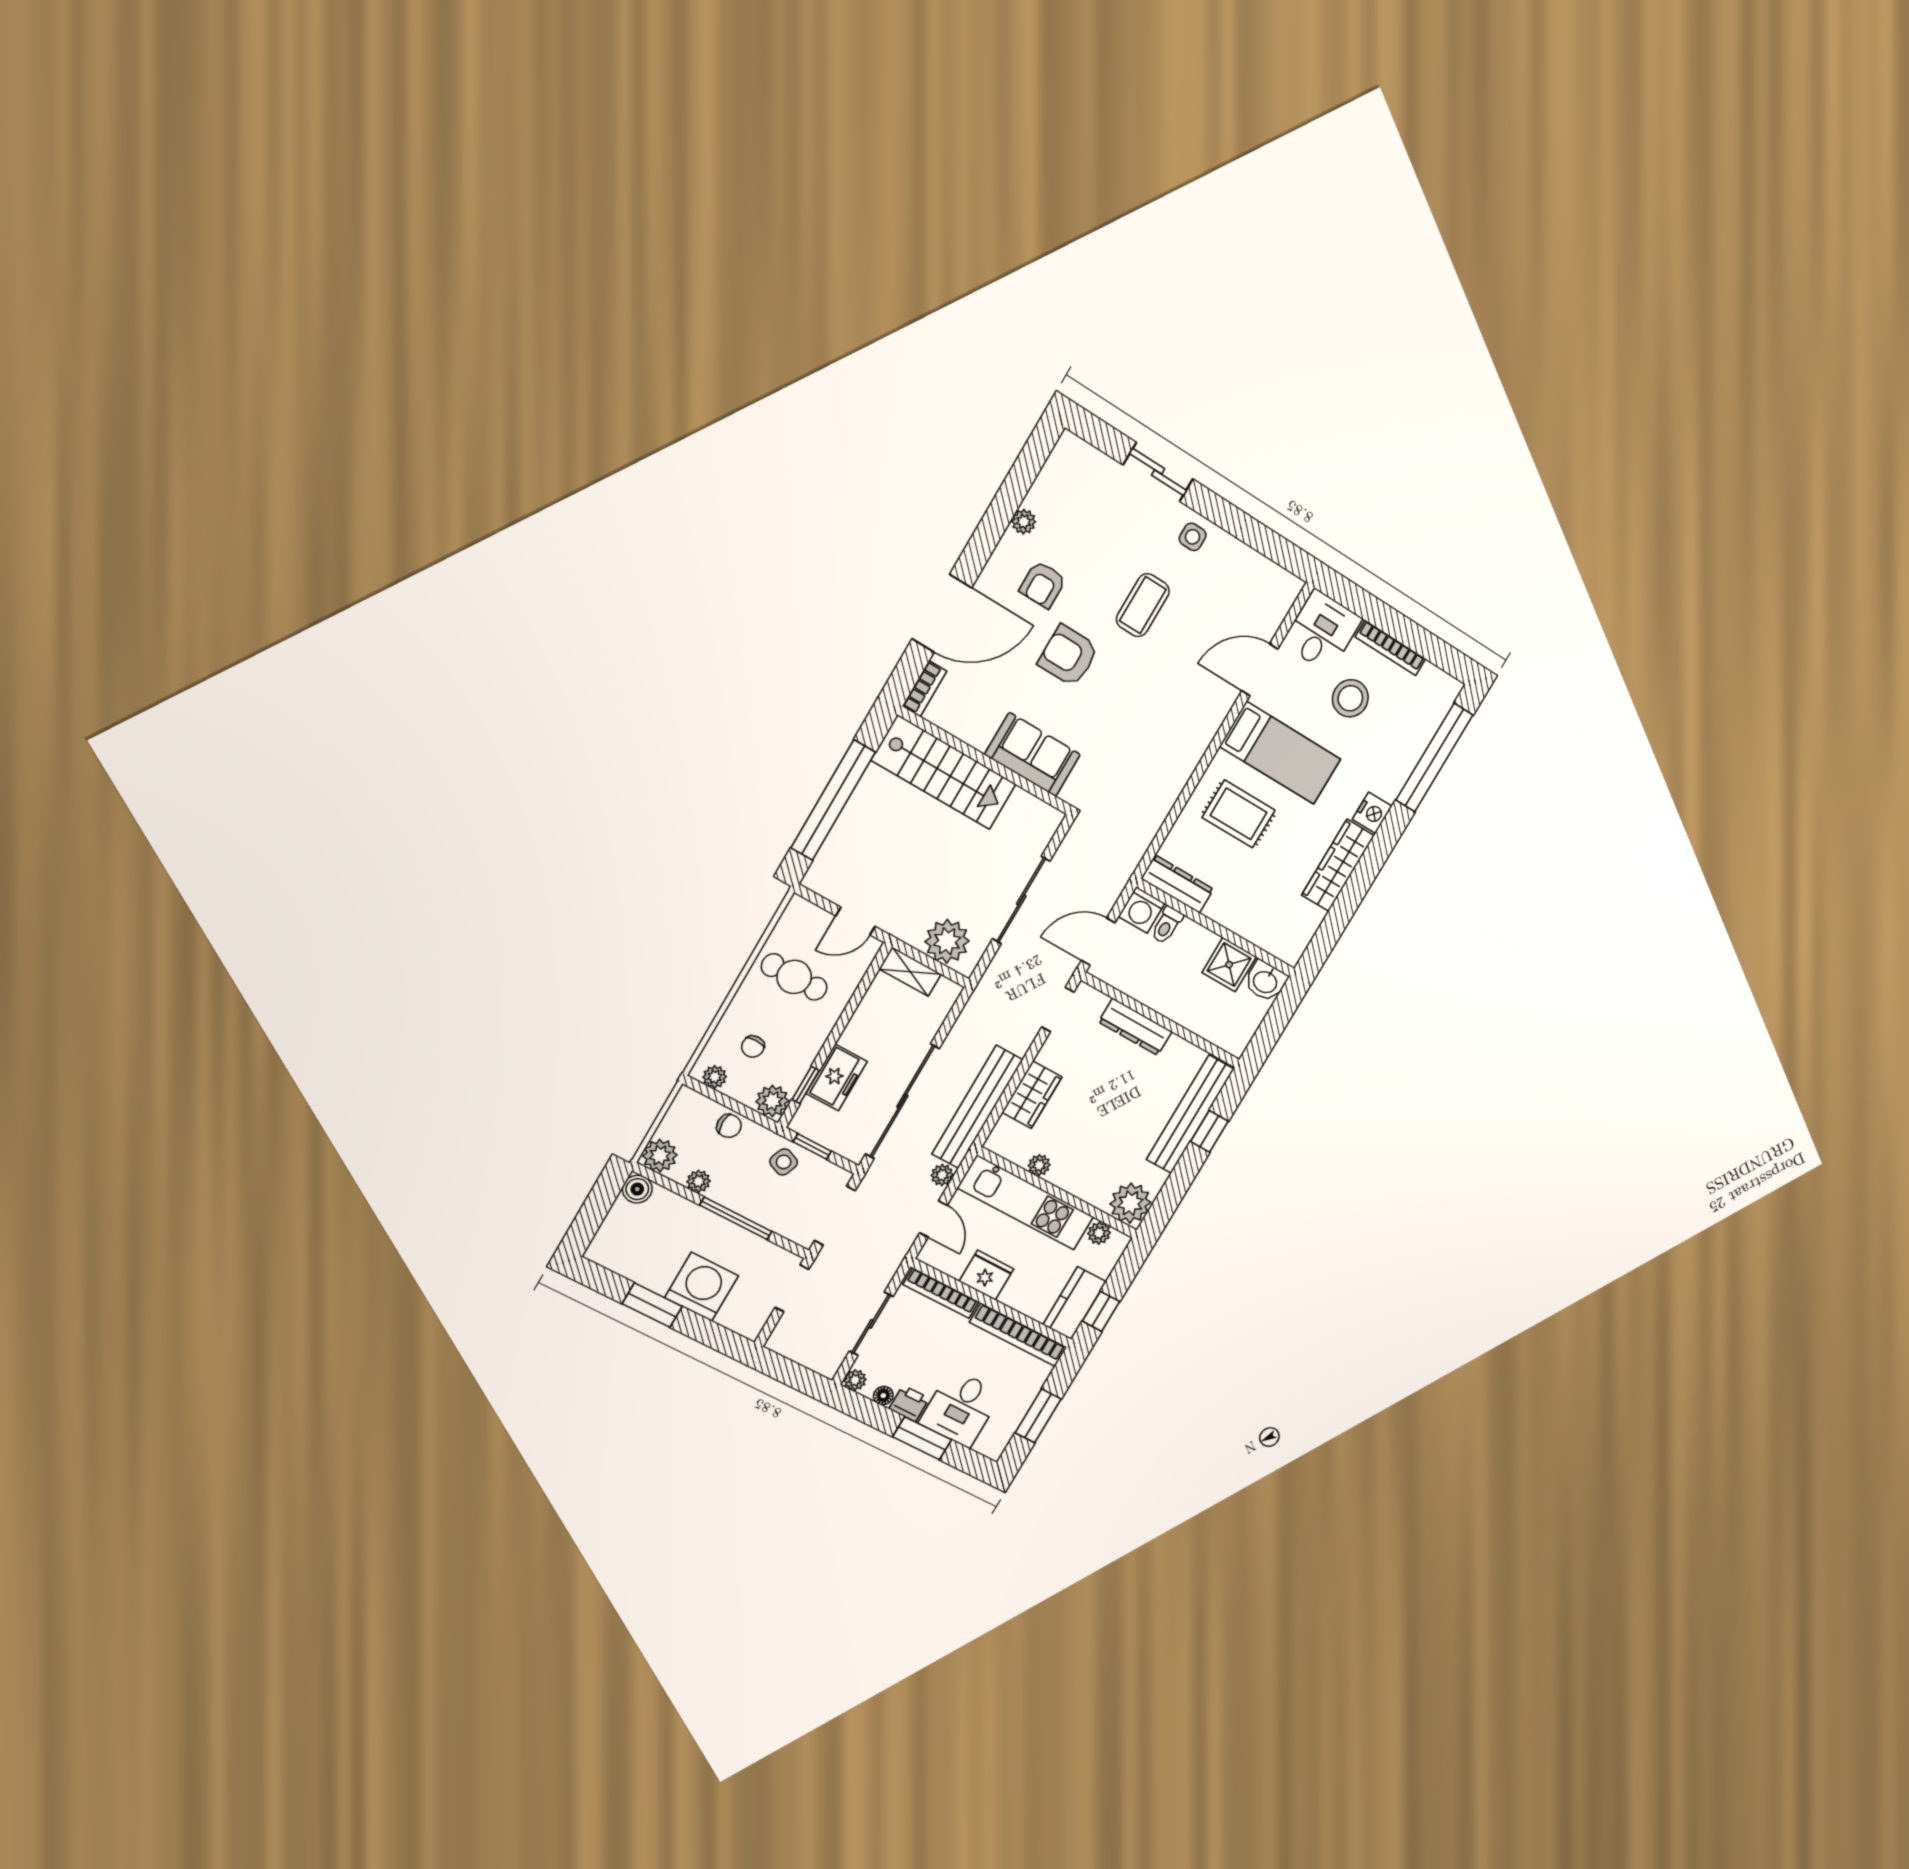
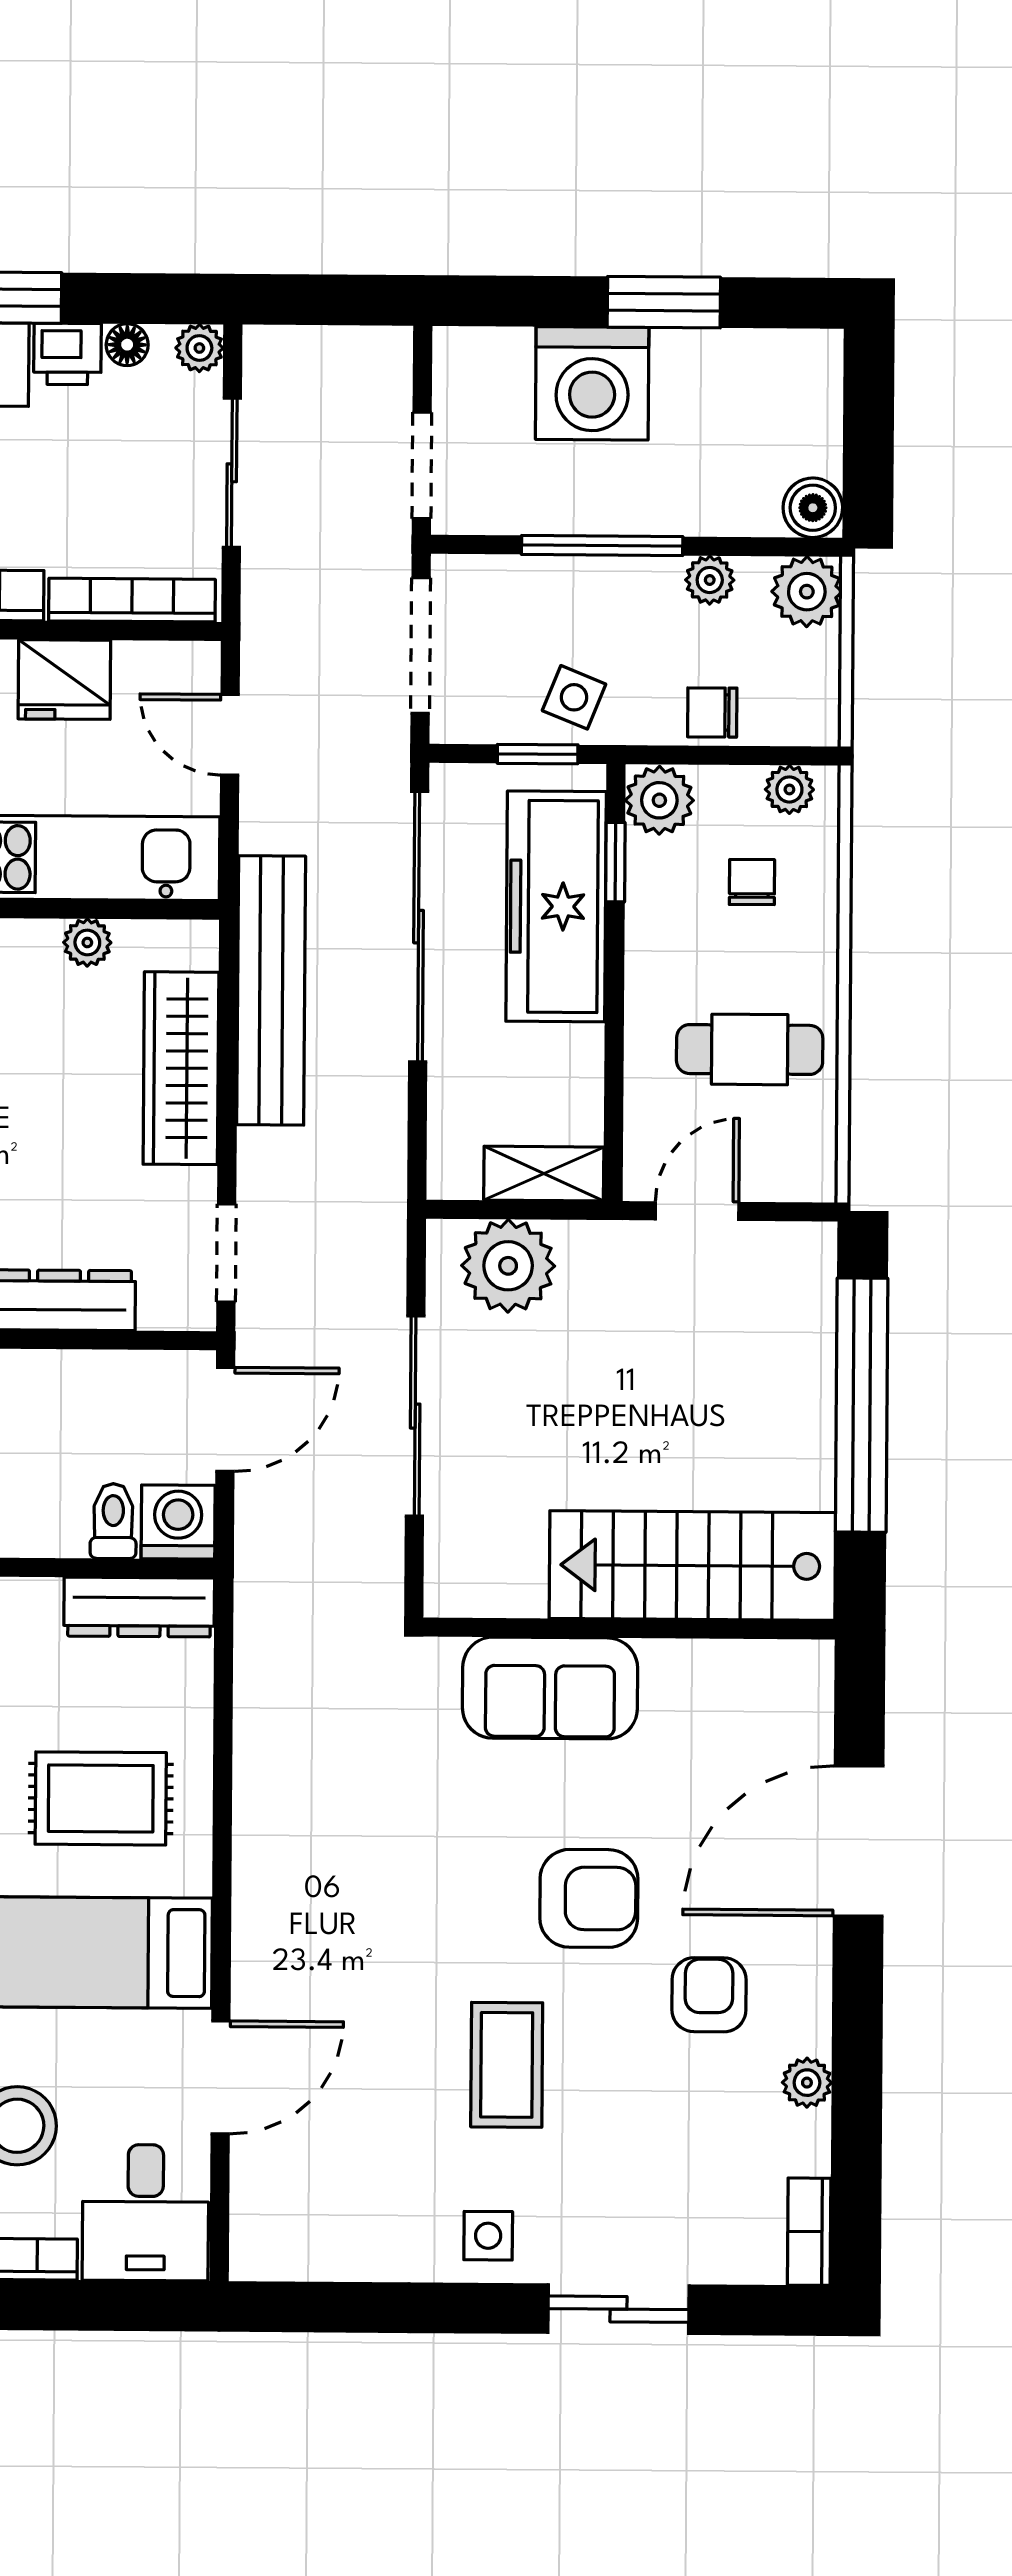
bookcase: (925, 689) -> (809, 2232), moved
freezer: (837, 1077) -> (556, 906), width x1.91, depth x1.26
wardrobe: (1032, 1095) -> (181, 1068), width x1.50
plant: (942, 1175) -> (262, 827), removed

